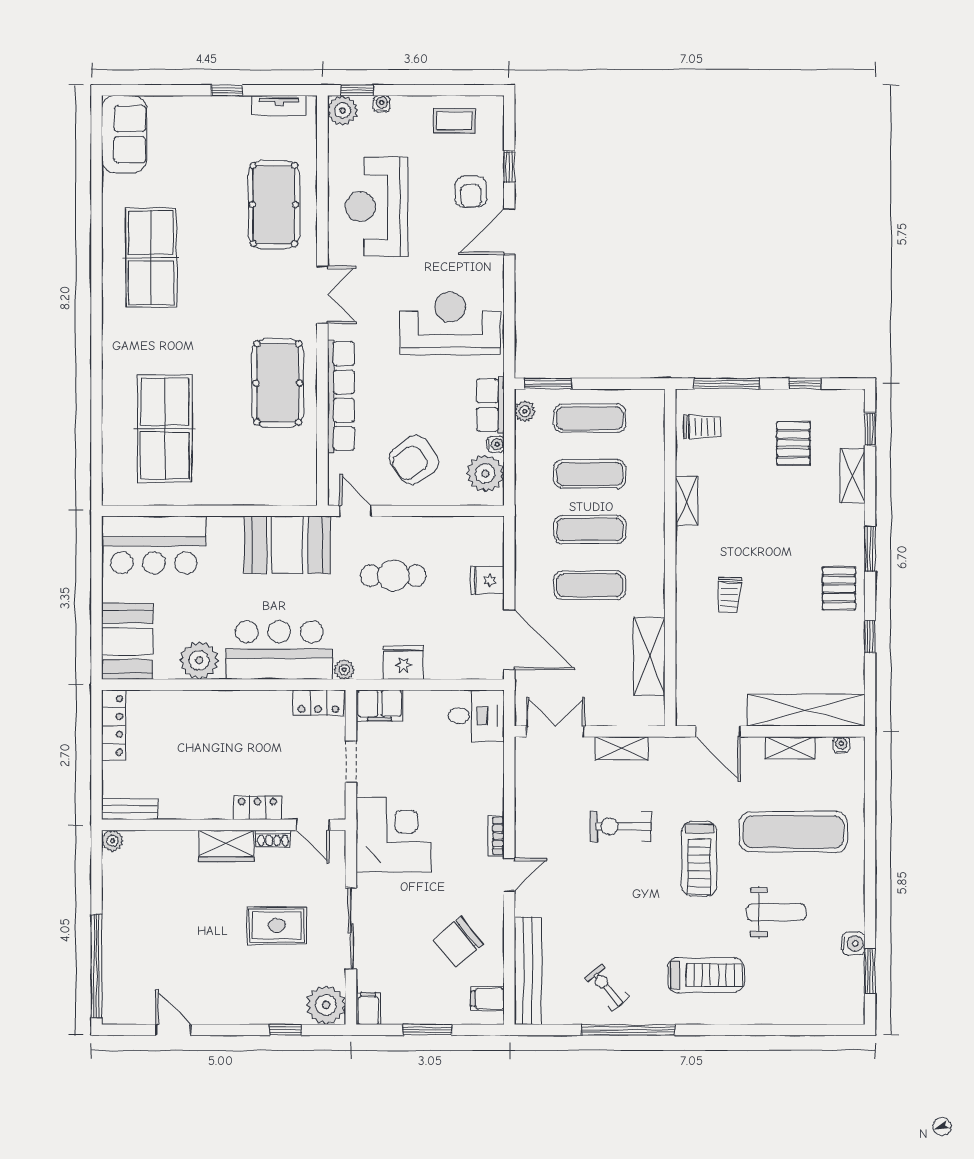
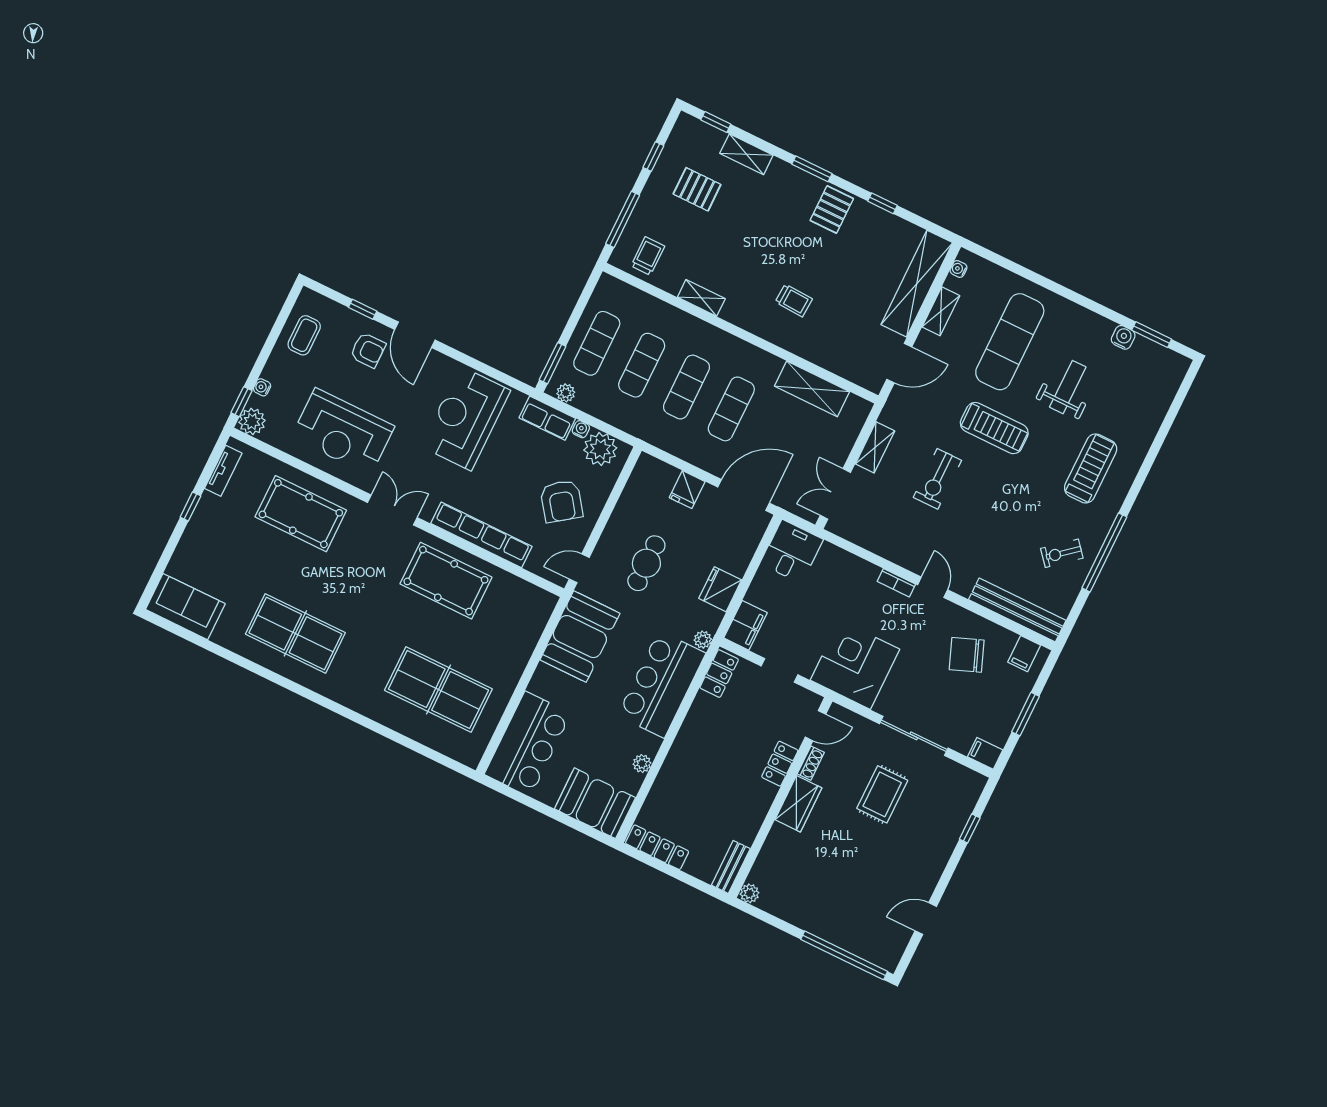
pallet: (839, 589) -> (832, 210), turned 90
plant: (199, 660) -> (642, 764), width x0.53, depth x0.53
chair: (458, 942) -> (967, 655), turned 108
plant: (326, 1005) -> (966, 786), removed

